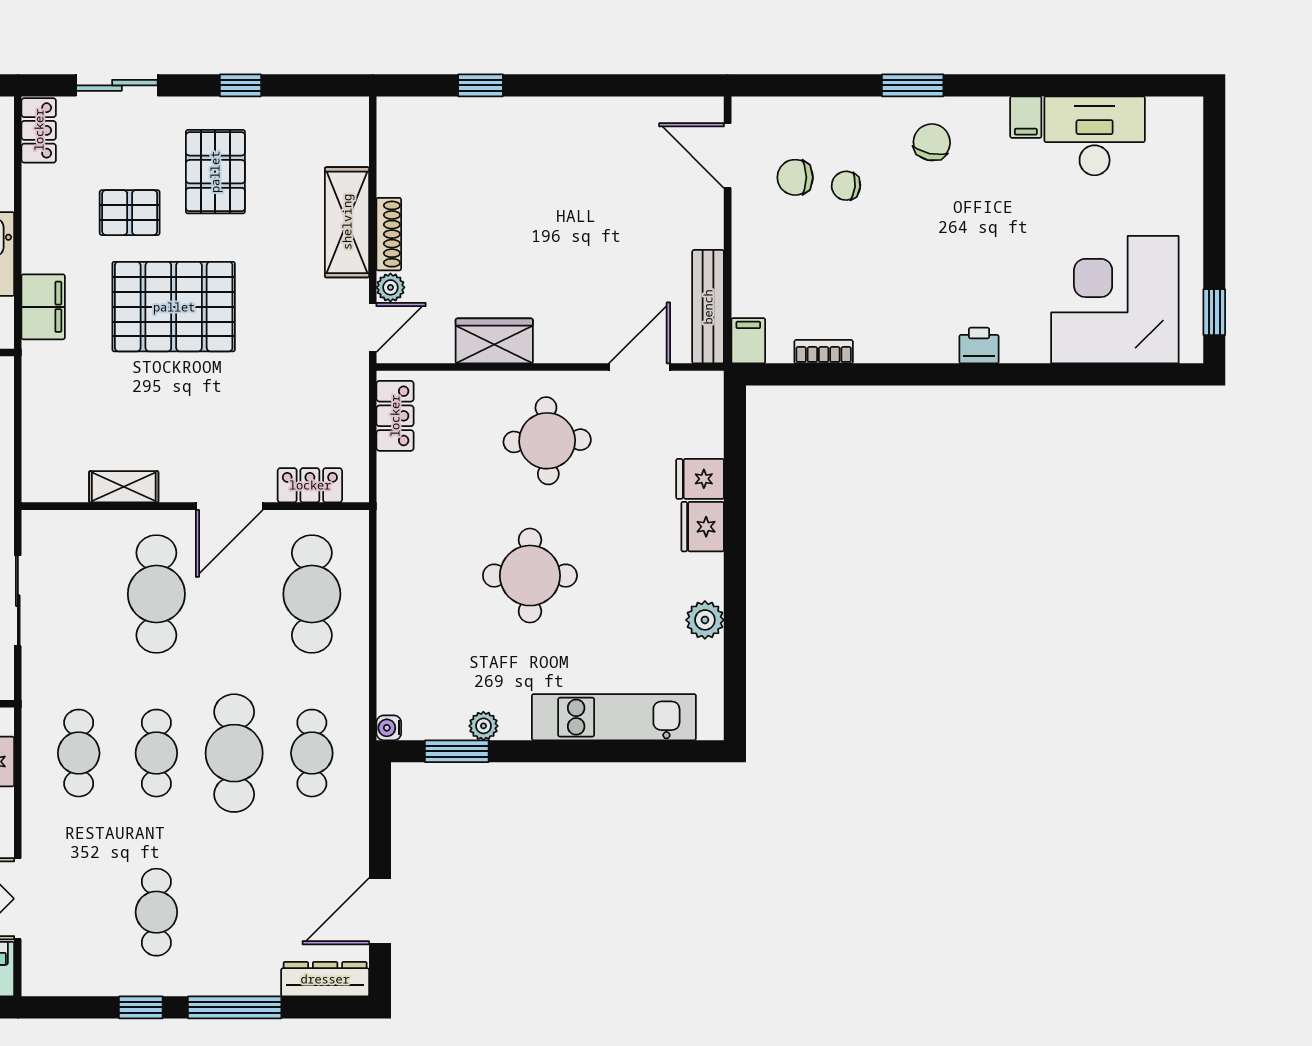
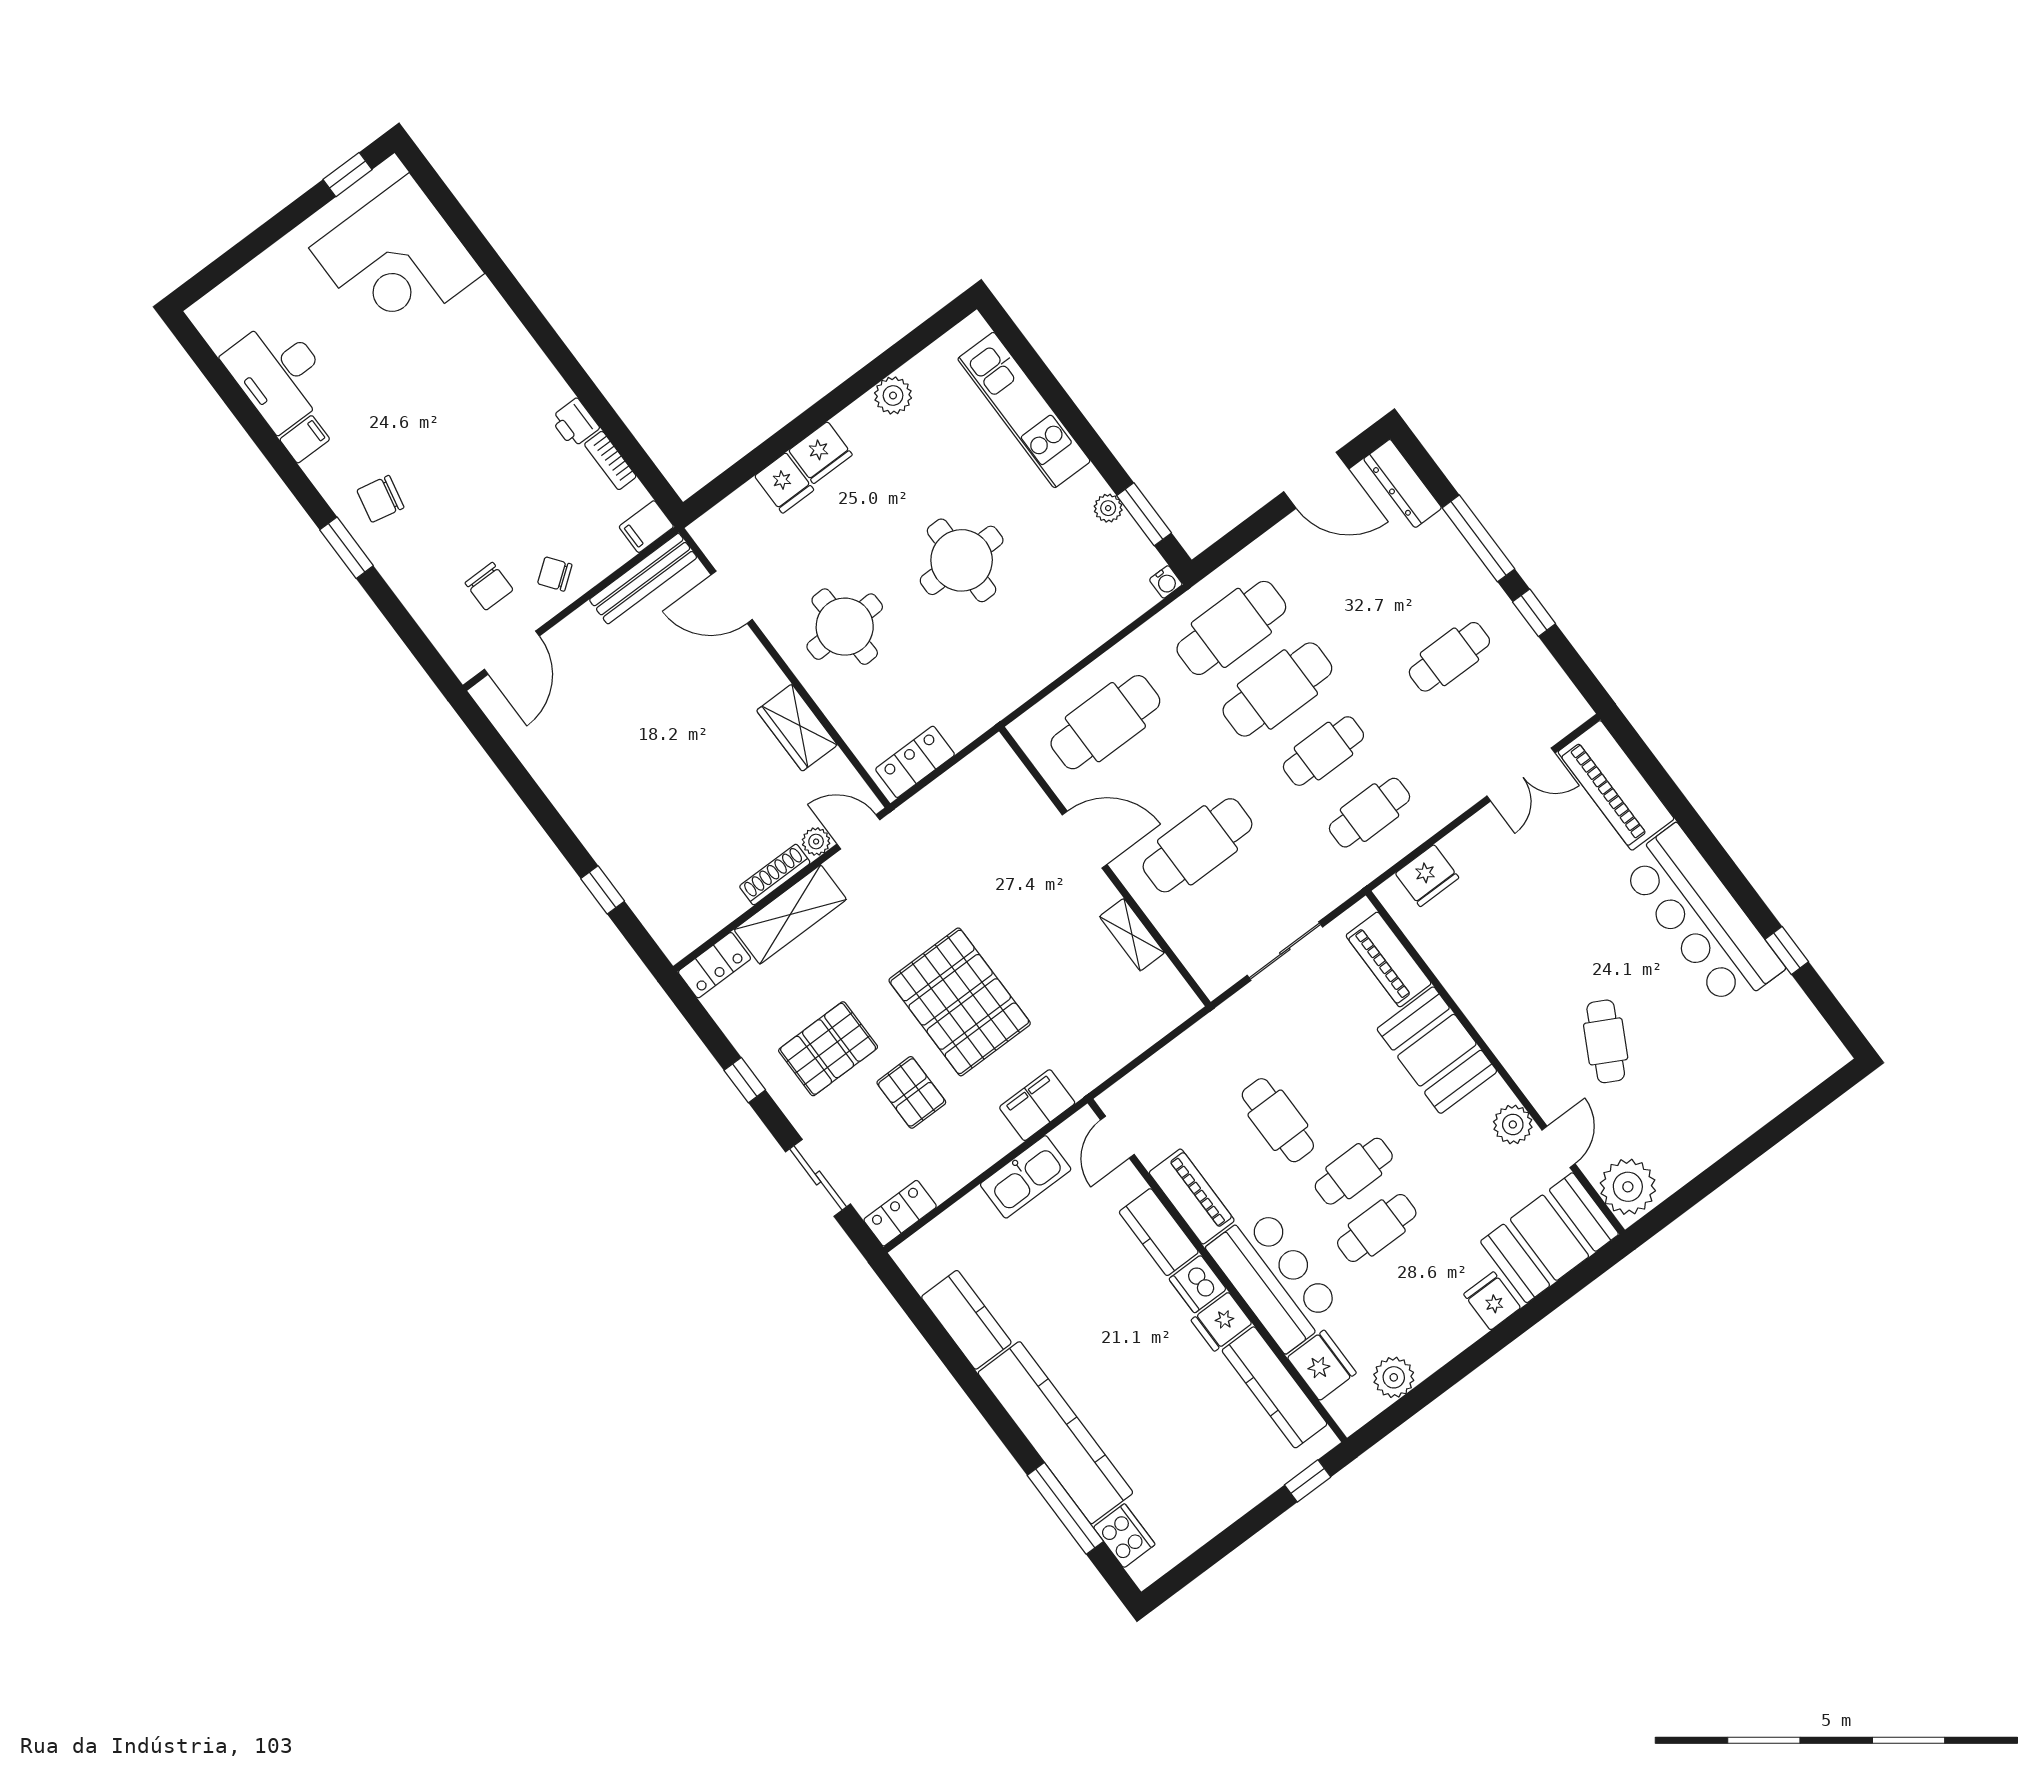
chair: (846, 186) -> (555, 574), moved, turned 137
printer: (979, 346) -> (575, 423), moved
locker: (310, 485) -> (714, 965), moved, turned -90
cafe table: (312, 753) -> (1231, 628), width x1.37, depth x1.35

